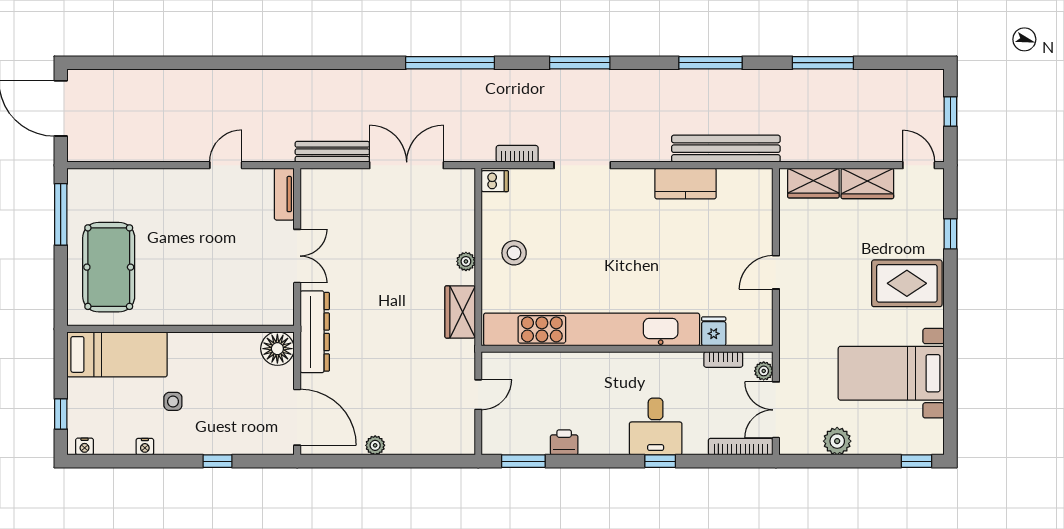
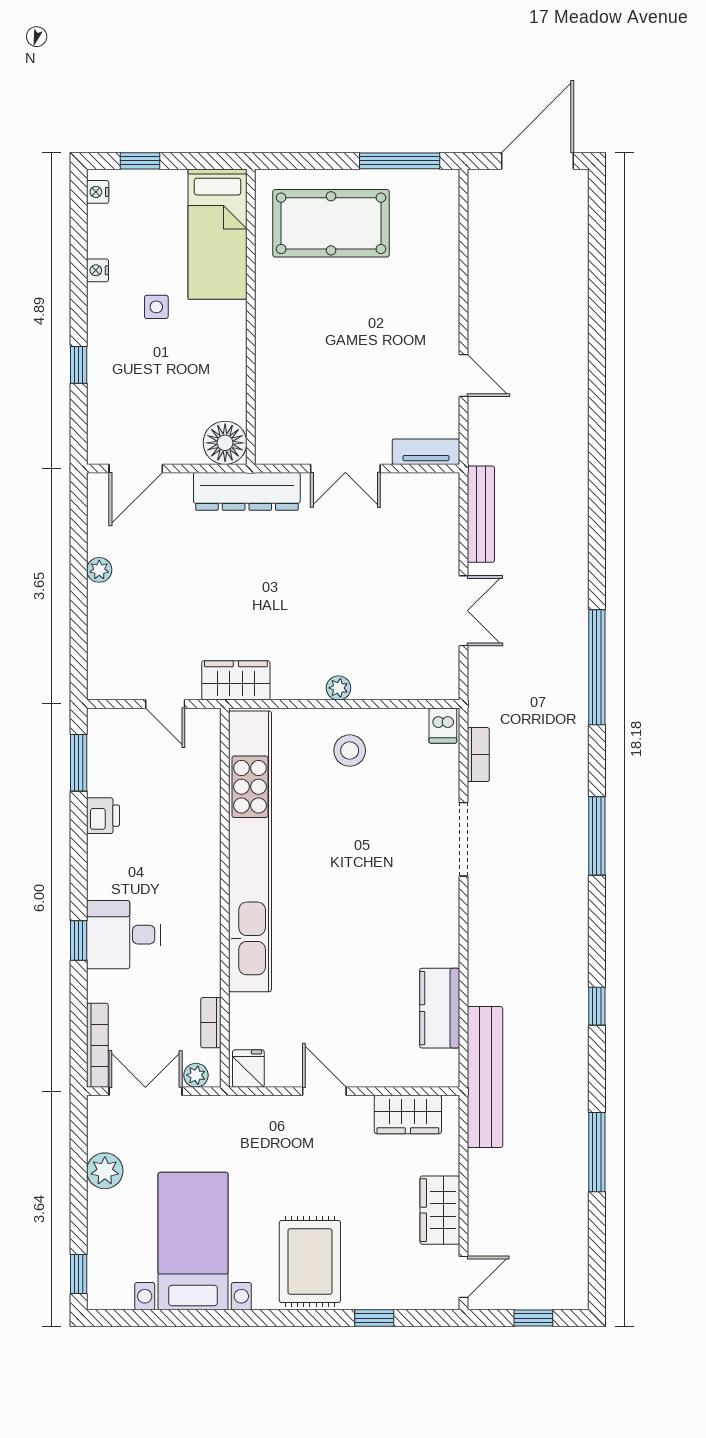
window: (711, 63) -> (597, 1006), width x0.46
bench: (726, 149) -> (485, 1077), moved
double door: (407, 165) -> (464, 611), width x0.73
wardrobe: (813, 183) -> (408, 1114), moved, turned -90
kitchen counter: (686, 184) -> (440, 1008), moved
wardrobe: (460, 312) -> (236, 680), moved
fridge: (714, 331) -> (248, 1069), moved, turned -90
door: (297, 417) -> (136, 468), width x0.73

